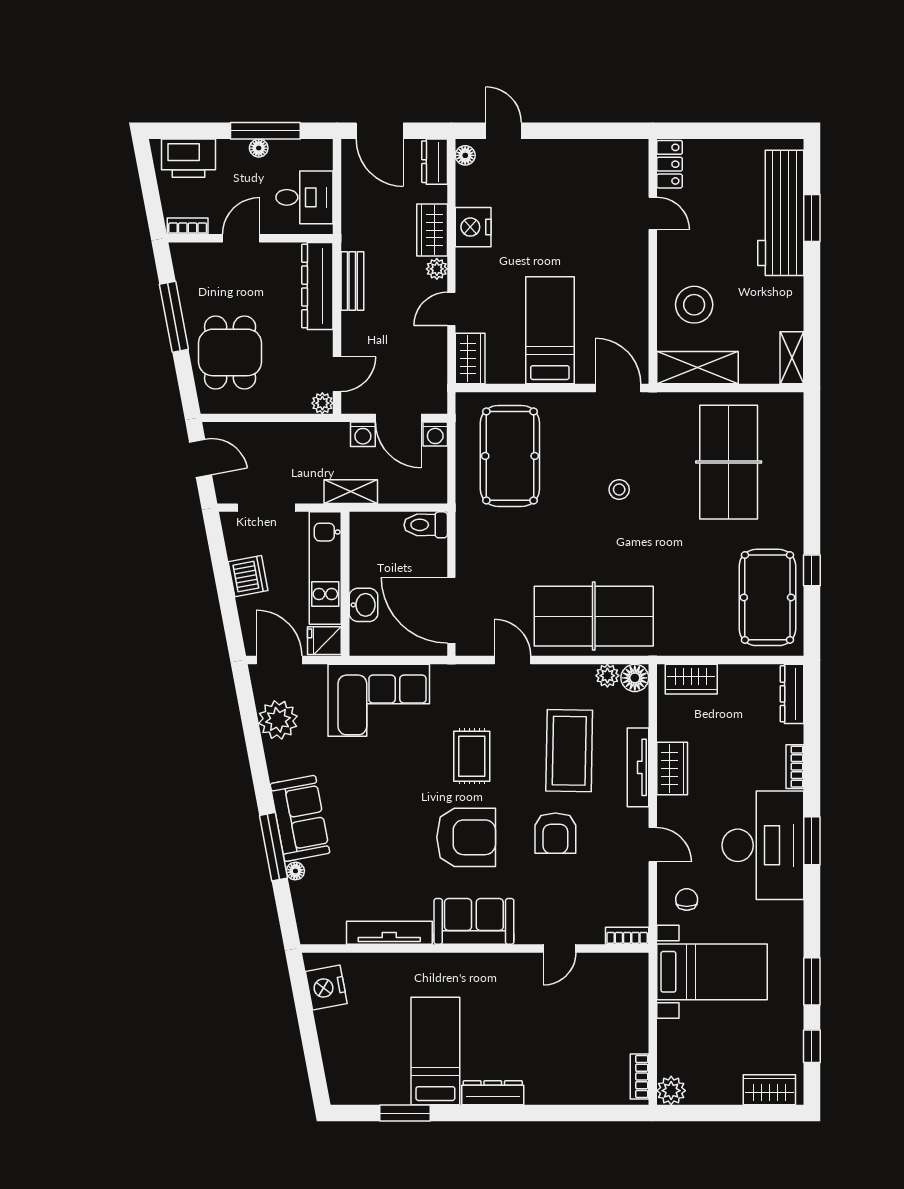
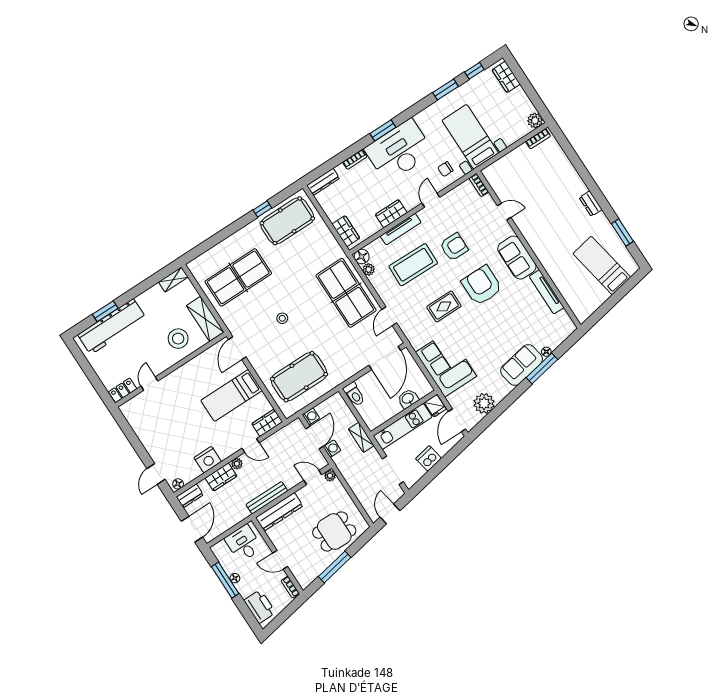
bench: (352, 281) -> (267, 498), width x1.36
nightstand: (326, 987) -> (589, 304), removed
bed: (435, 1051) -> (602, 265), moved, turned 79
dresser: (493, 1093) -> (591, 204), width x0.70

